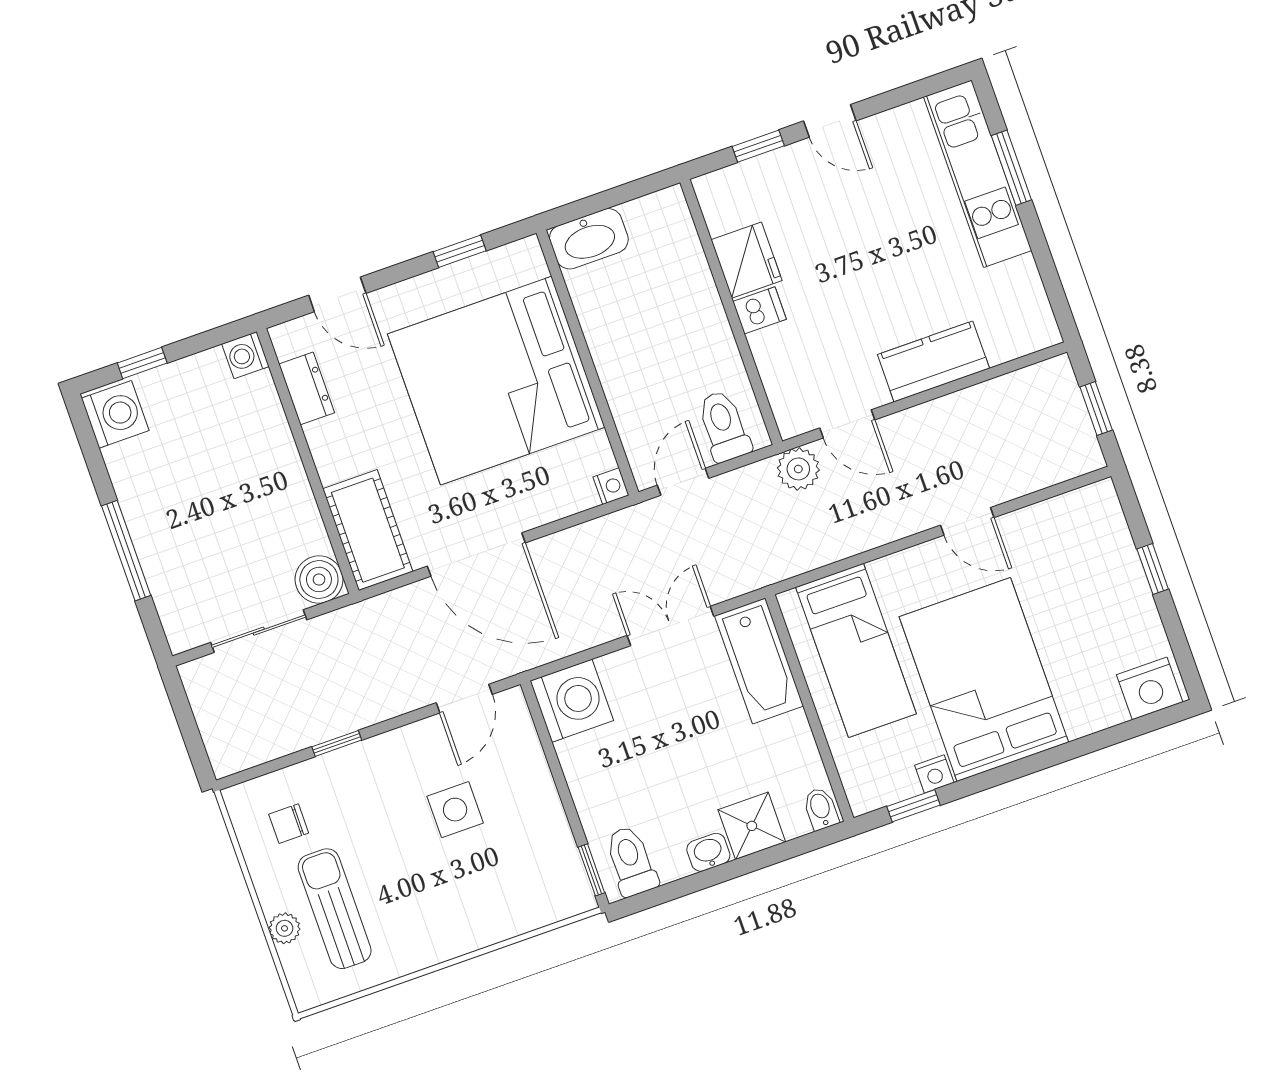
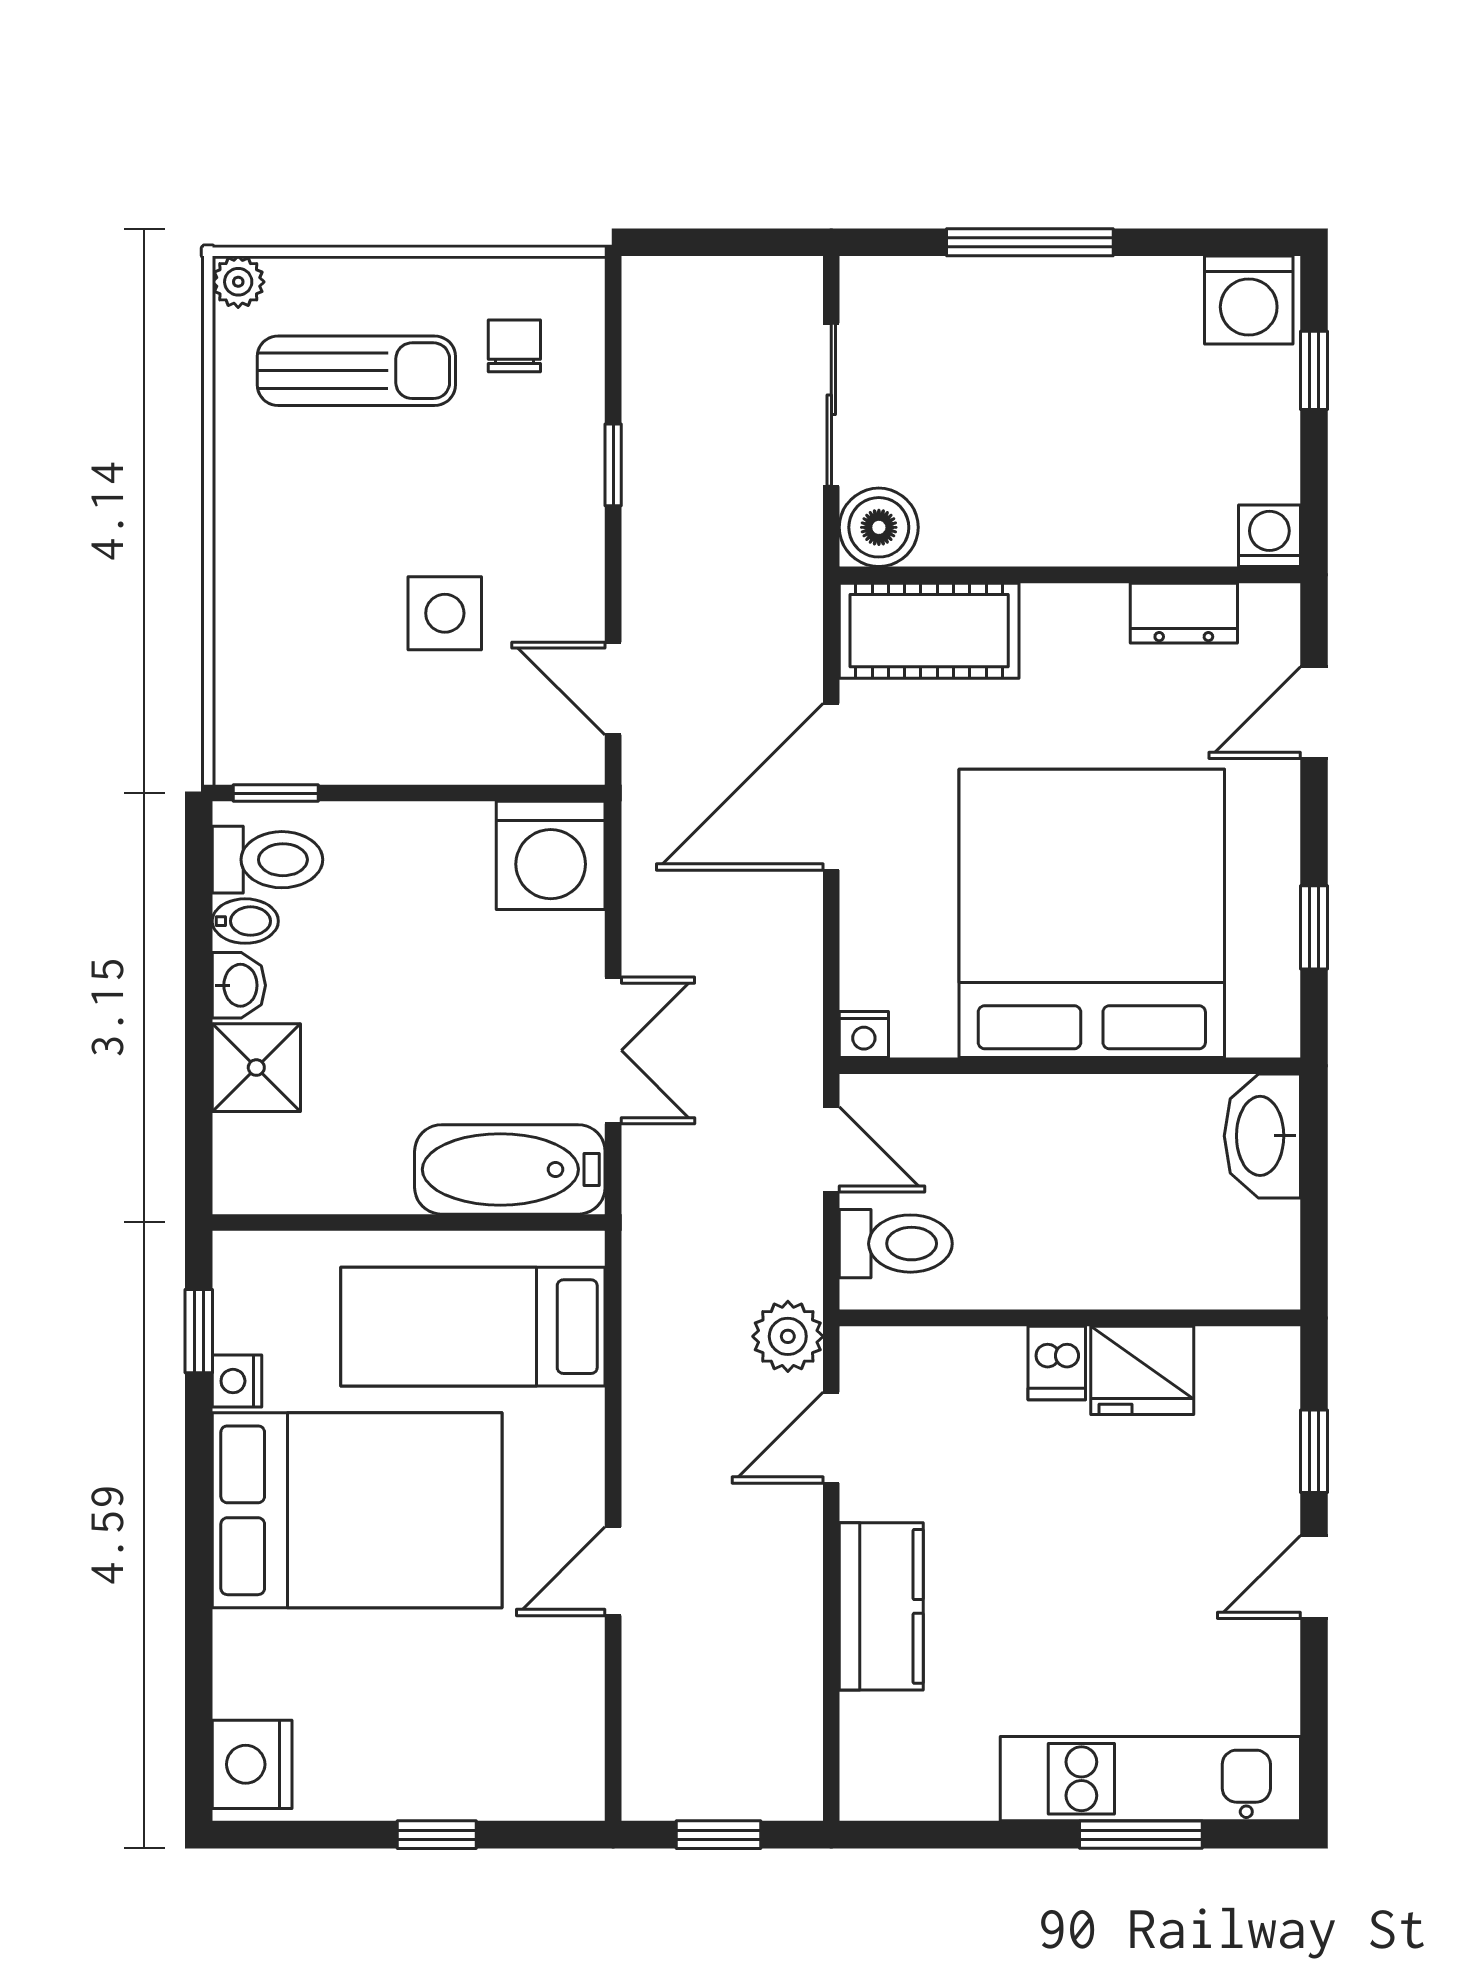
bidet: (821, 809) -> (245, 921), moved
plant: (285, 928) -> (238, 282), moved

